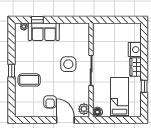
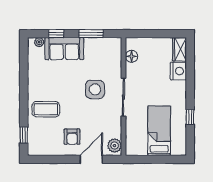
window: (65, 20) -> (91, 34), added
wardrobe: (136, 67) -> (179, 49), moved
window: (12, 71) -> (24, 135), moved
floor lamp: (97, 112) -> (131, 56), moved
door: (65, 120) -> (91, 159), hinge flipped

